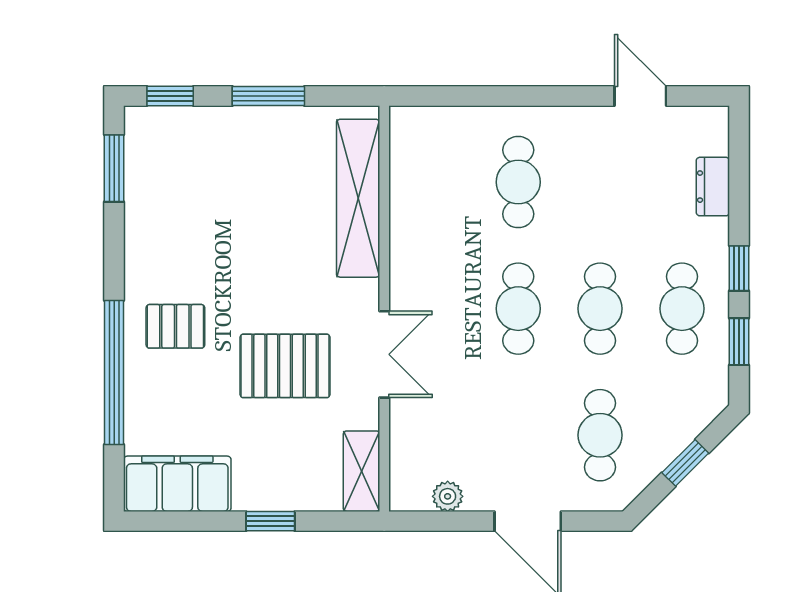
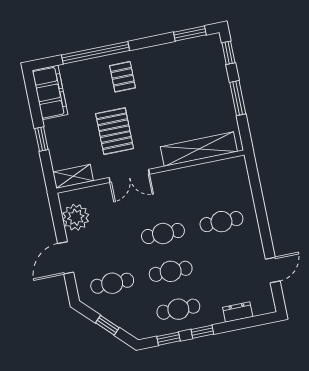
plant: (448, 496) -> (76, 217), width x1.88, depth x1.88

